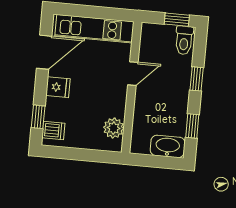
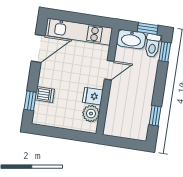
window: (197, 79) -> (165, 52), moved
fridge: (58, 87) -> (93, 96), moved, turned 180
dishwasher: (53, 130) -> (45, 95), moved
washbasin: (168, 146) -> (131, 39), moved, turned 180

